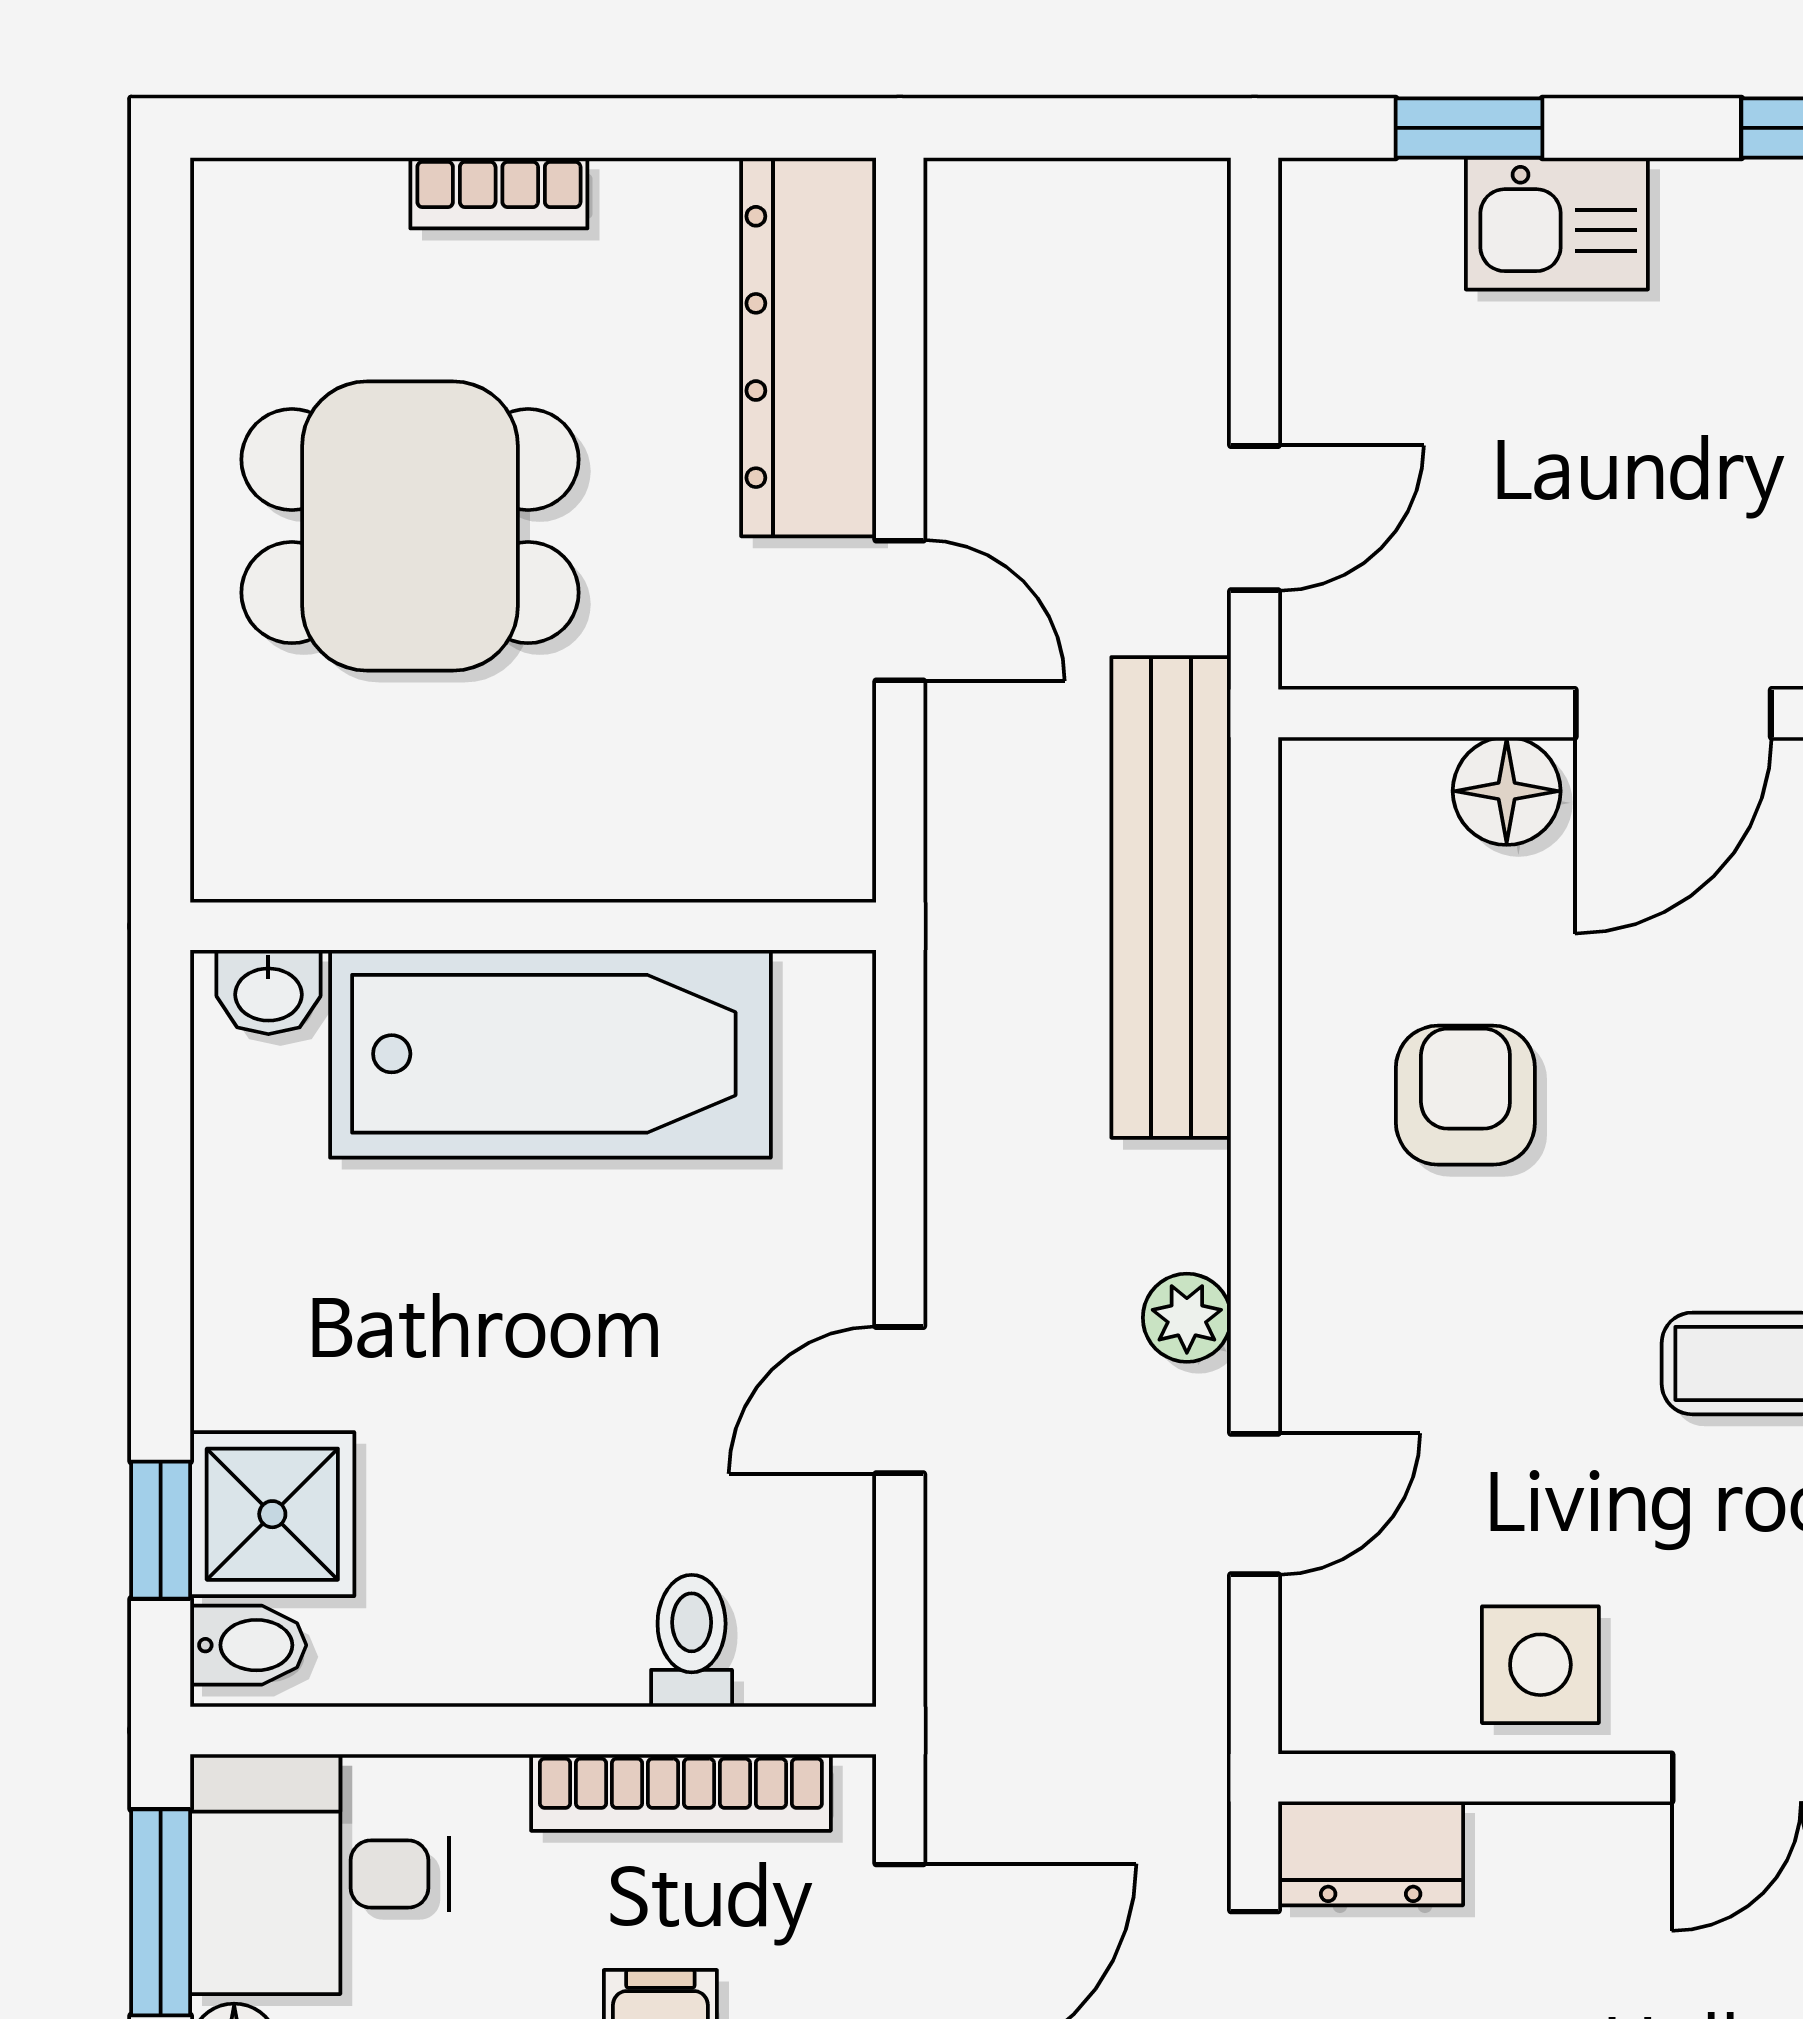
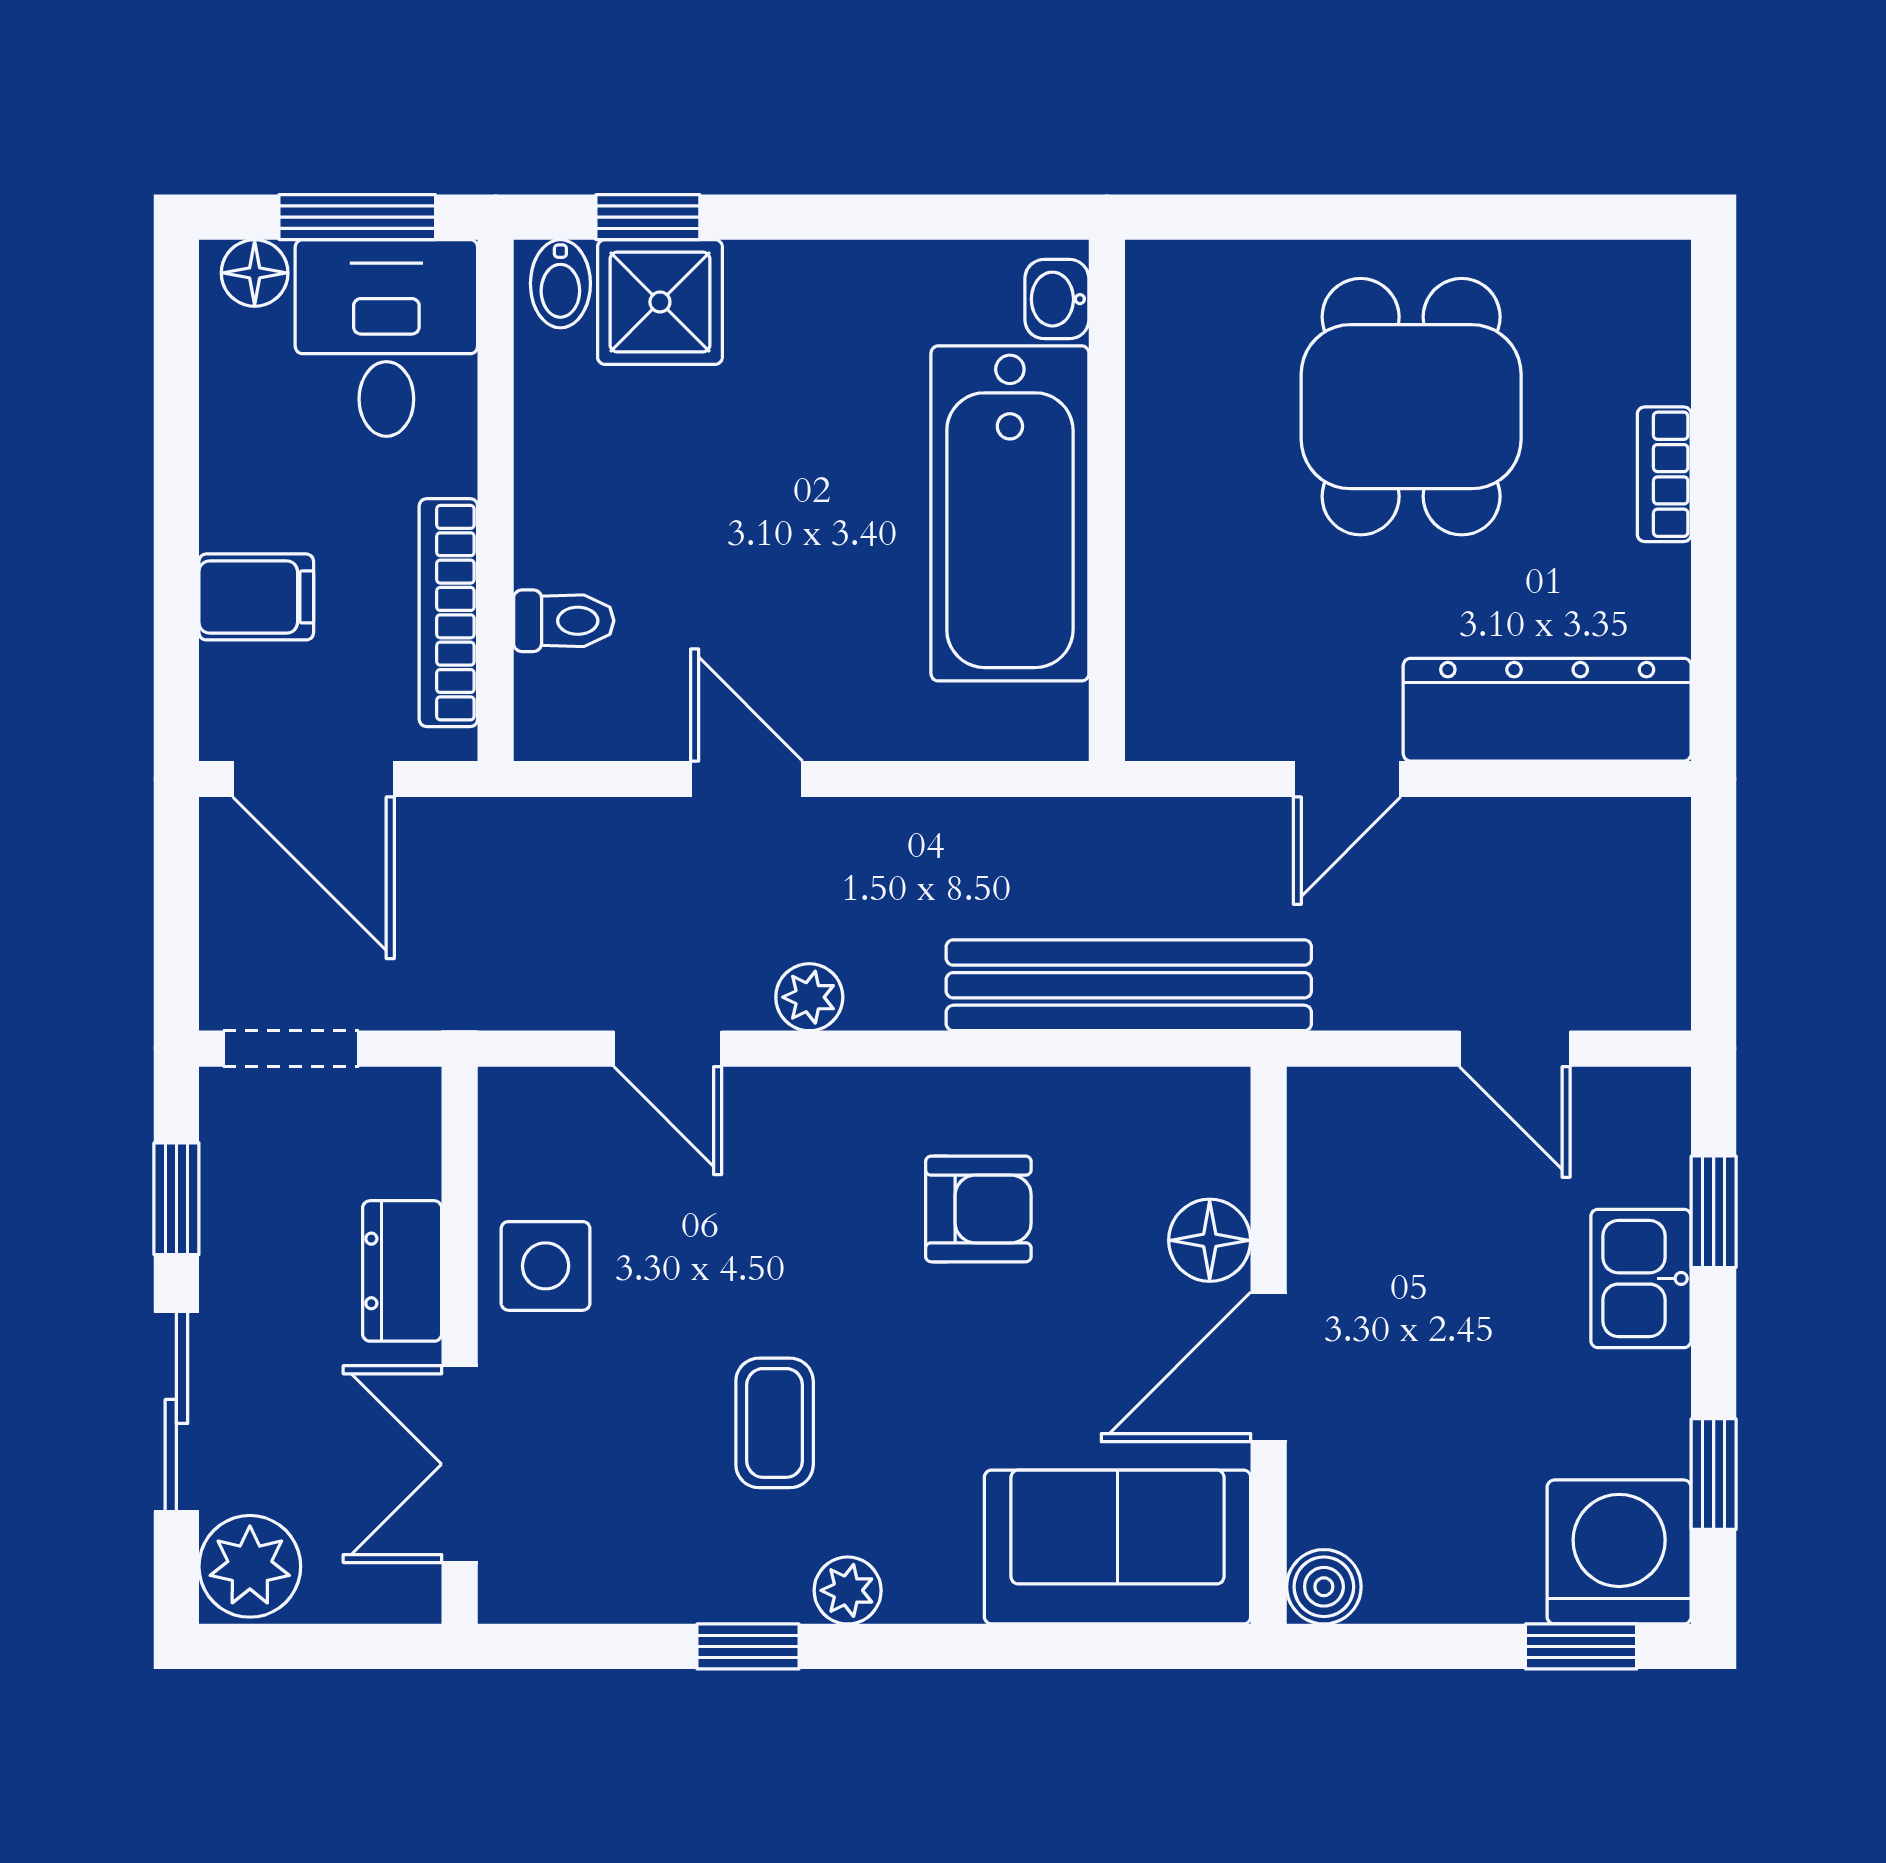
door: (1255, 518) -> (1515, 1049), moved
door: (1673, 713) -> (1269, 1367), hinge flipped
dresser: (1371, 1853) -> (402, 1271), moved

